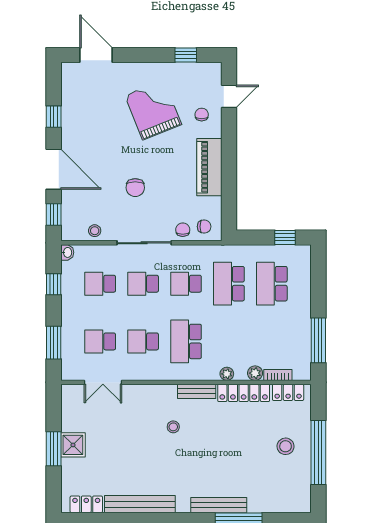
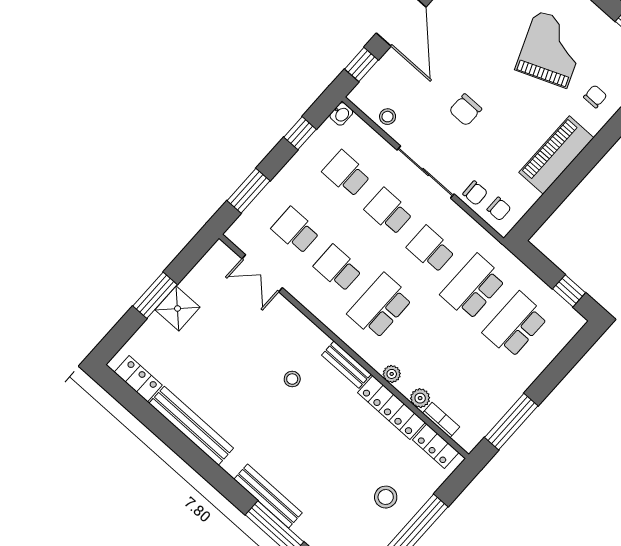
chair: (183, 230) -> (475, 193), turned 89

